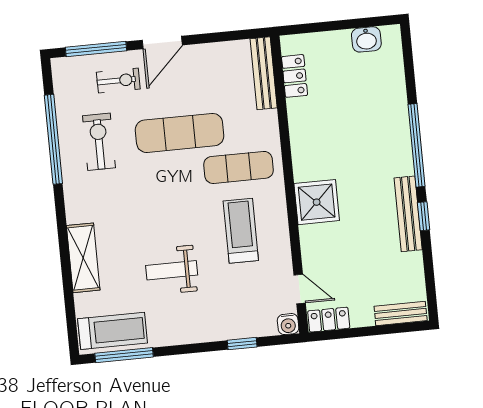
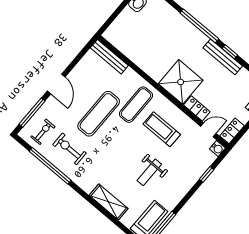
locker: (295, 76) -> (197, 108), moved
exercise bike: (118, 81) -> (43, 132), moved
shower: (317, 202) -> (181, 82), width x1.37, depth x1.37

